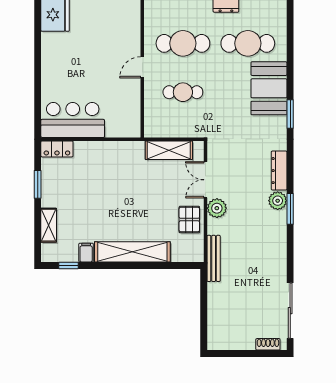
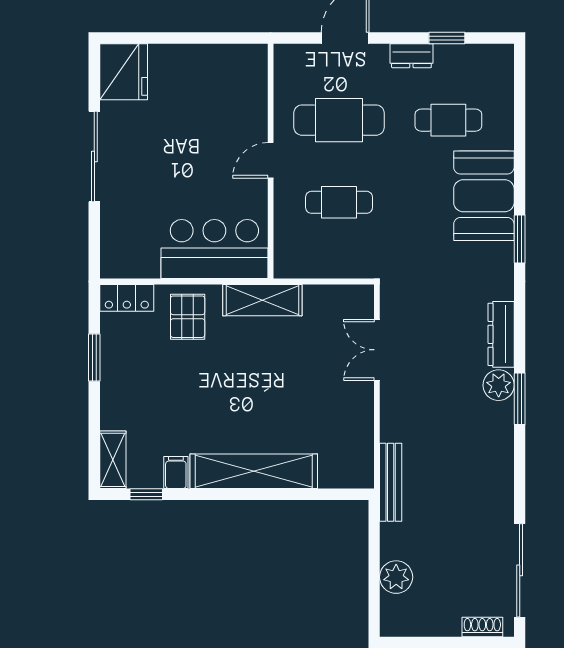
cafe table: (248, 43) -> (448, 120), width x0.73, depth x0.74
sliding door: (38, 65) -> (94, 156), added
bar counter: (73, 120) -> (214, 249), moved
shelving: (169, 150) -> (262, 300), moved
plant: (217, 208) -> (396, 577), moved
pallet: (189, 220) -> (188, 317), moved
shelving: (49, 225) -> (113, 460), moved

